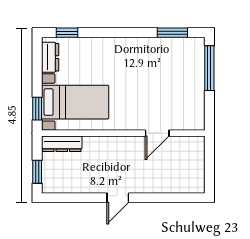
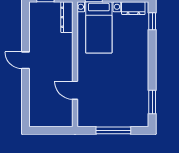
window: (209, 68) -> (113, 130), moved

